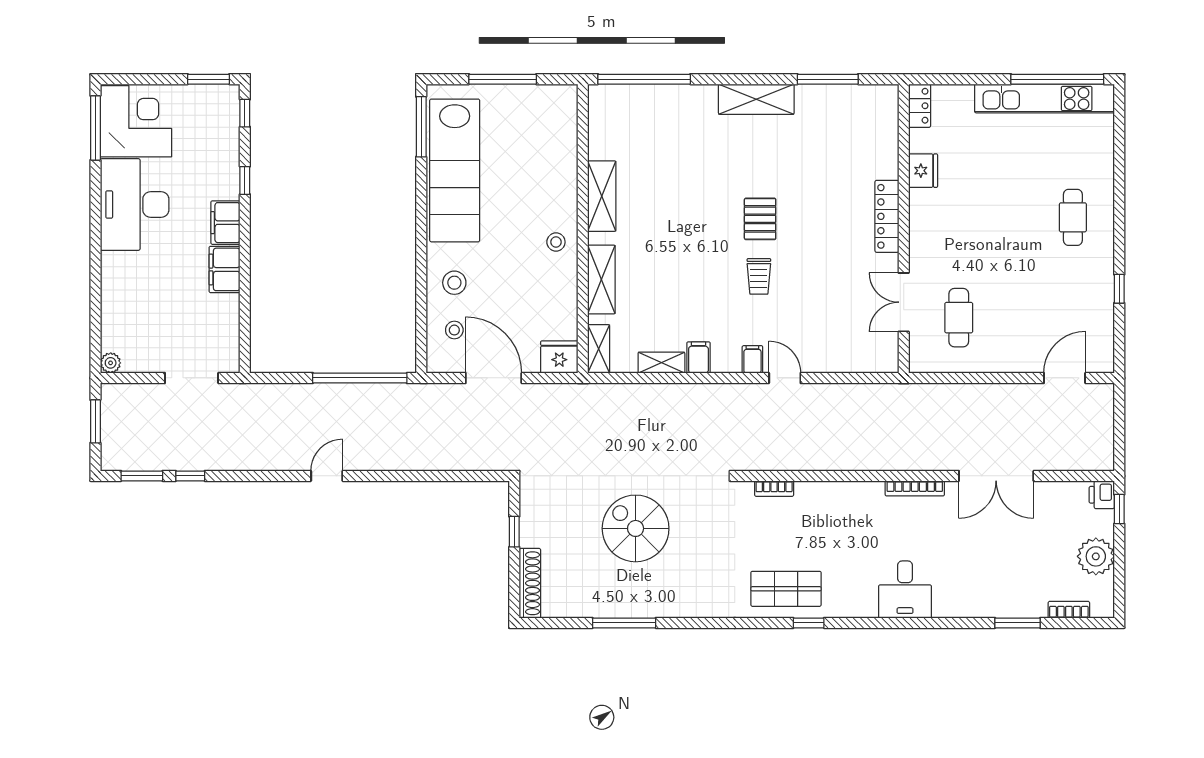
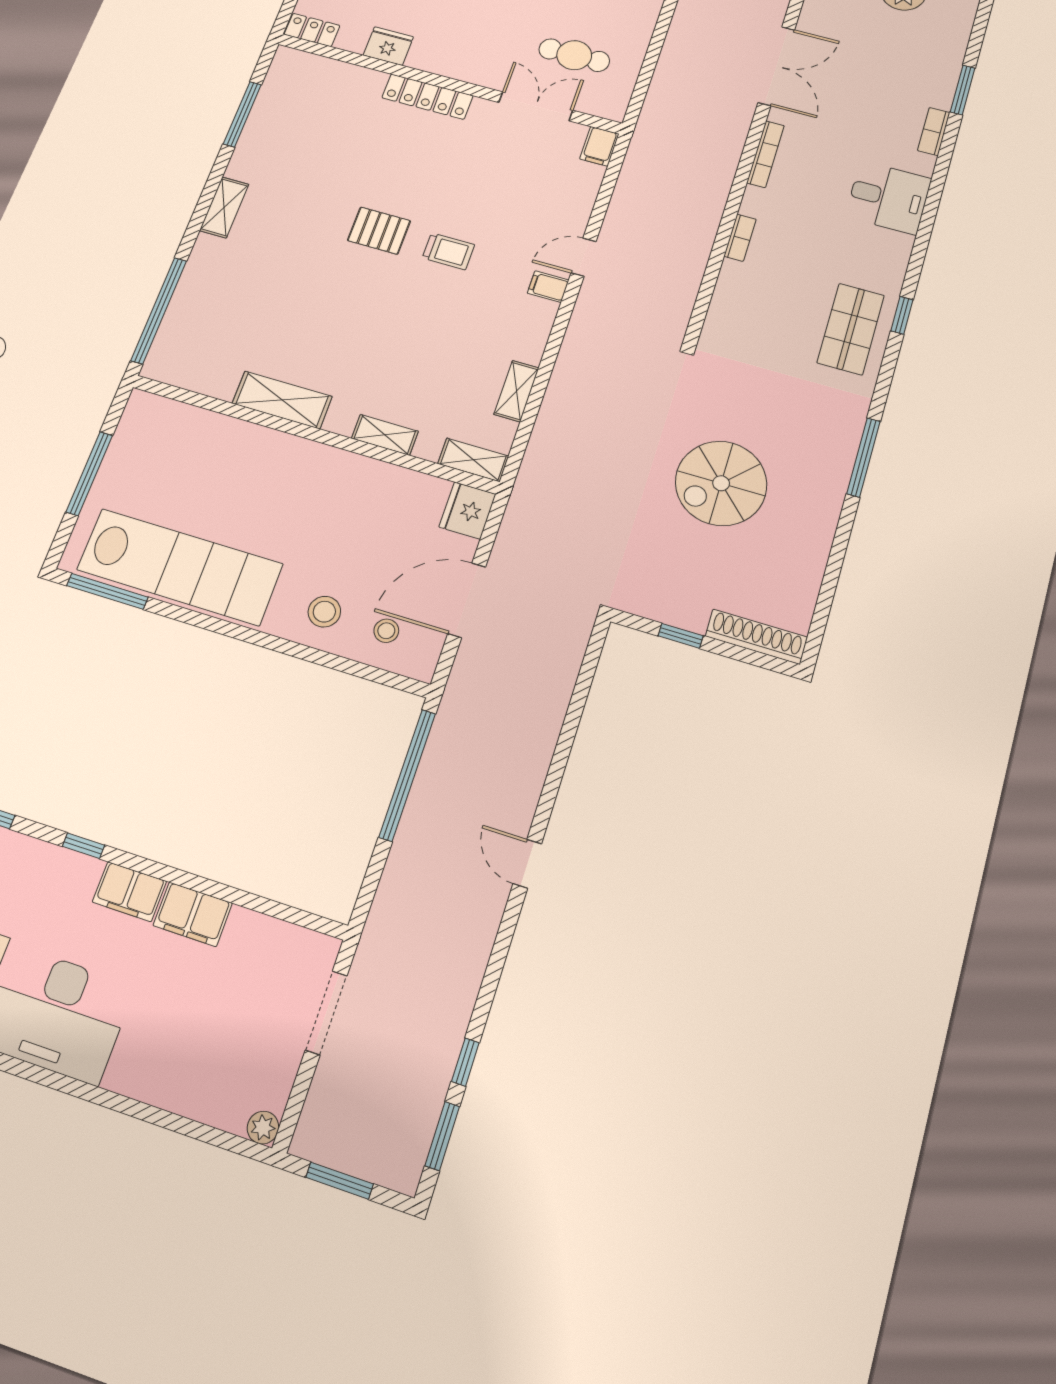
shelving: (756, 99) -> (224, 207), width x0.67, depth x0.75
stool: (556, 242) -> (319, 471), removed
shelving: (601, 279) -> (385, 435), width x0.67, depth x0.75
double door: (904, 302) -> (536, 106), swing flipped
filing cabinet: (698, 357) -> (599, 146), moved, turned -90
bookcase: (774, 489) -> (740, 238), moved
bookcase: (1069, 610) -> (934, 132), moved
window: (624, 623) -> (863, 457), moved

